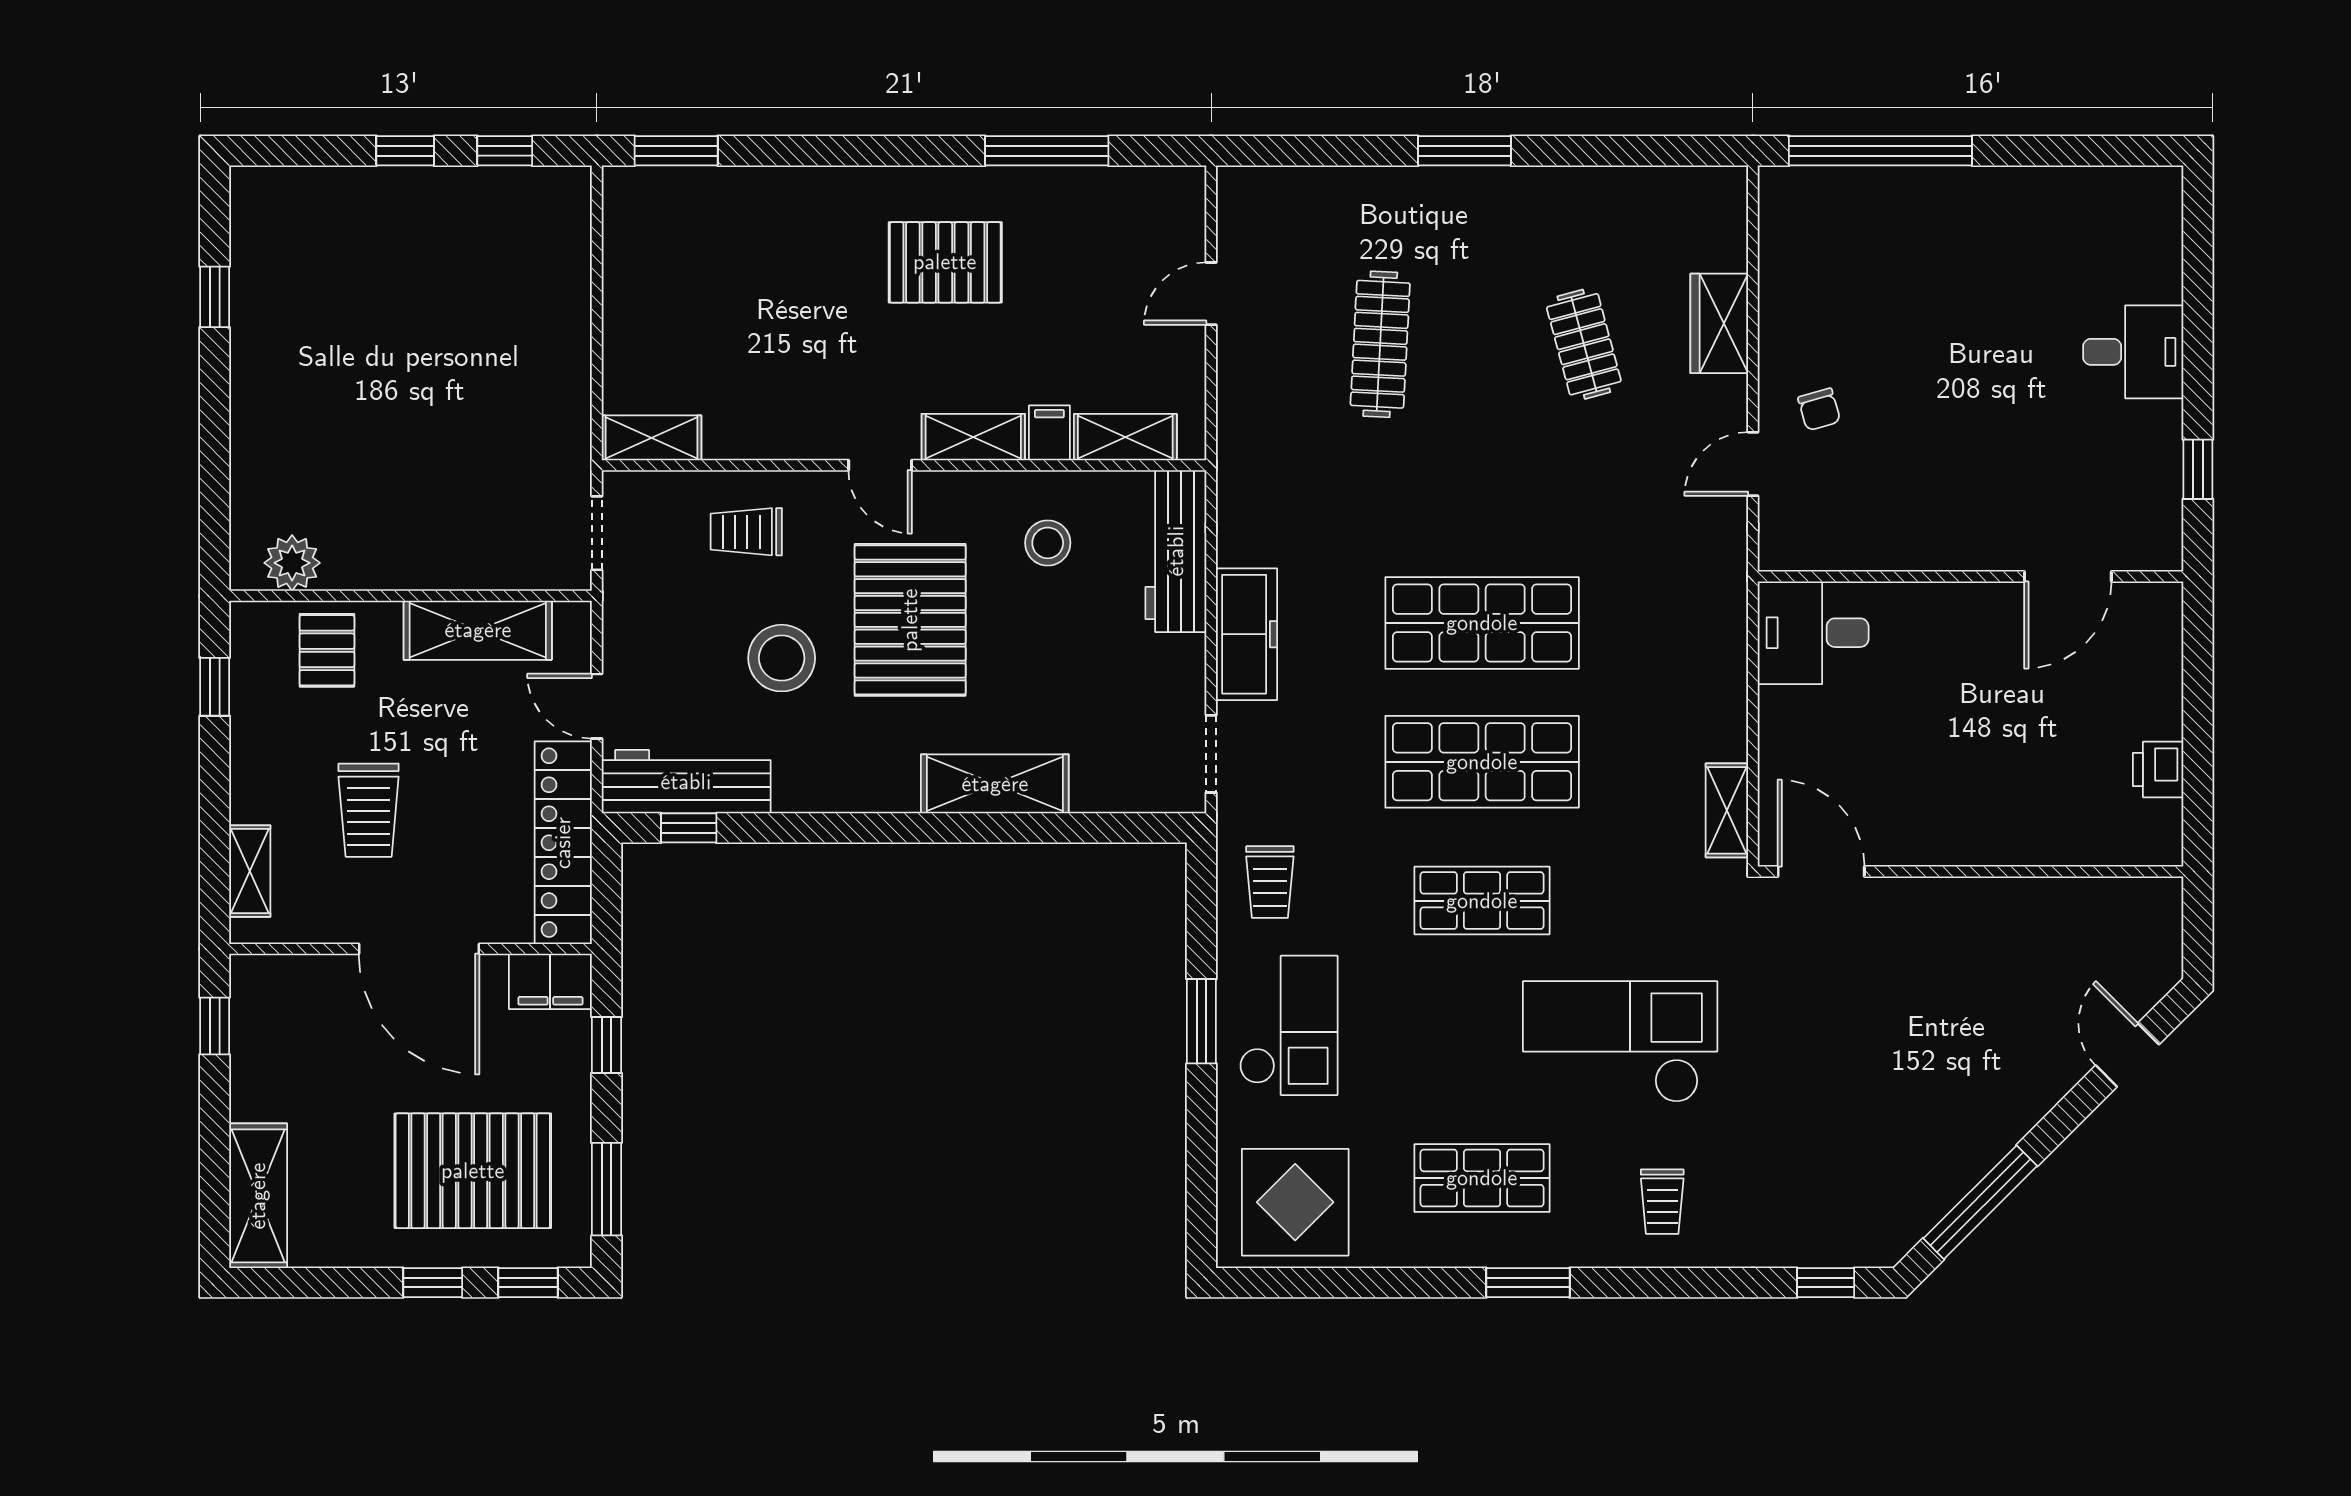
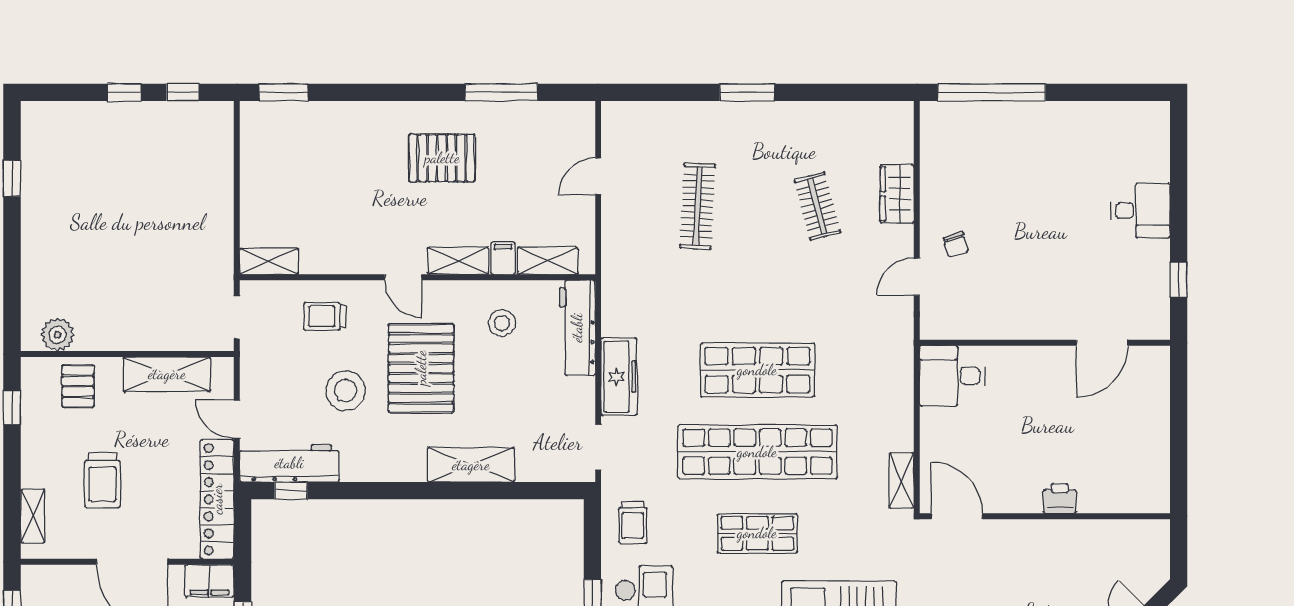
shop shelf: (1482, 762) -> (757, 452), width x1.40
printer: (2158, 769) -> (1060, 499), moved, turned 90

